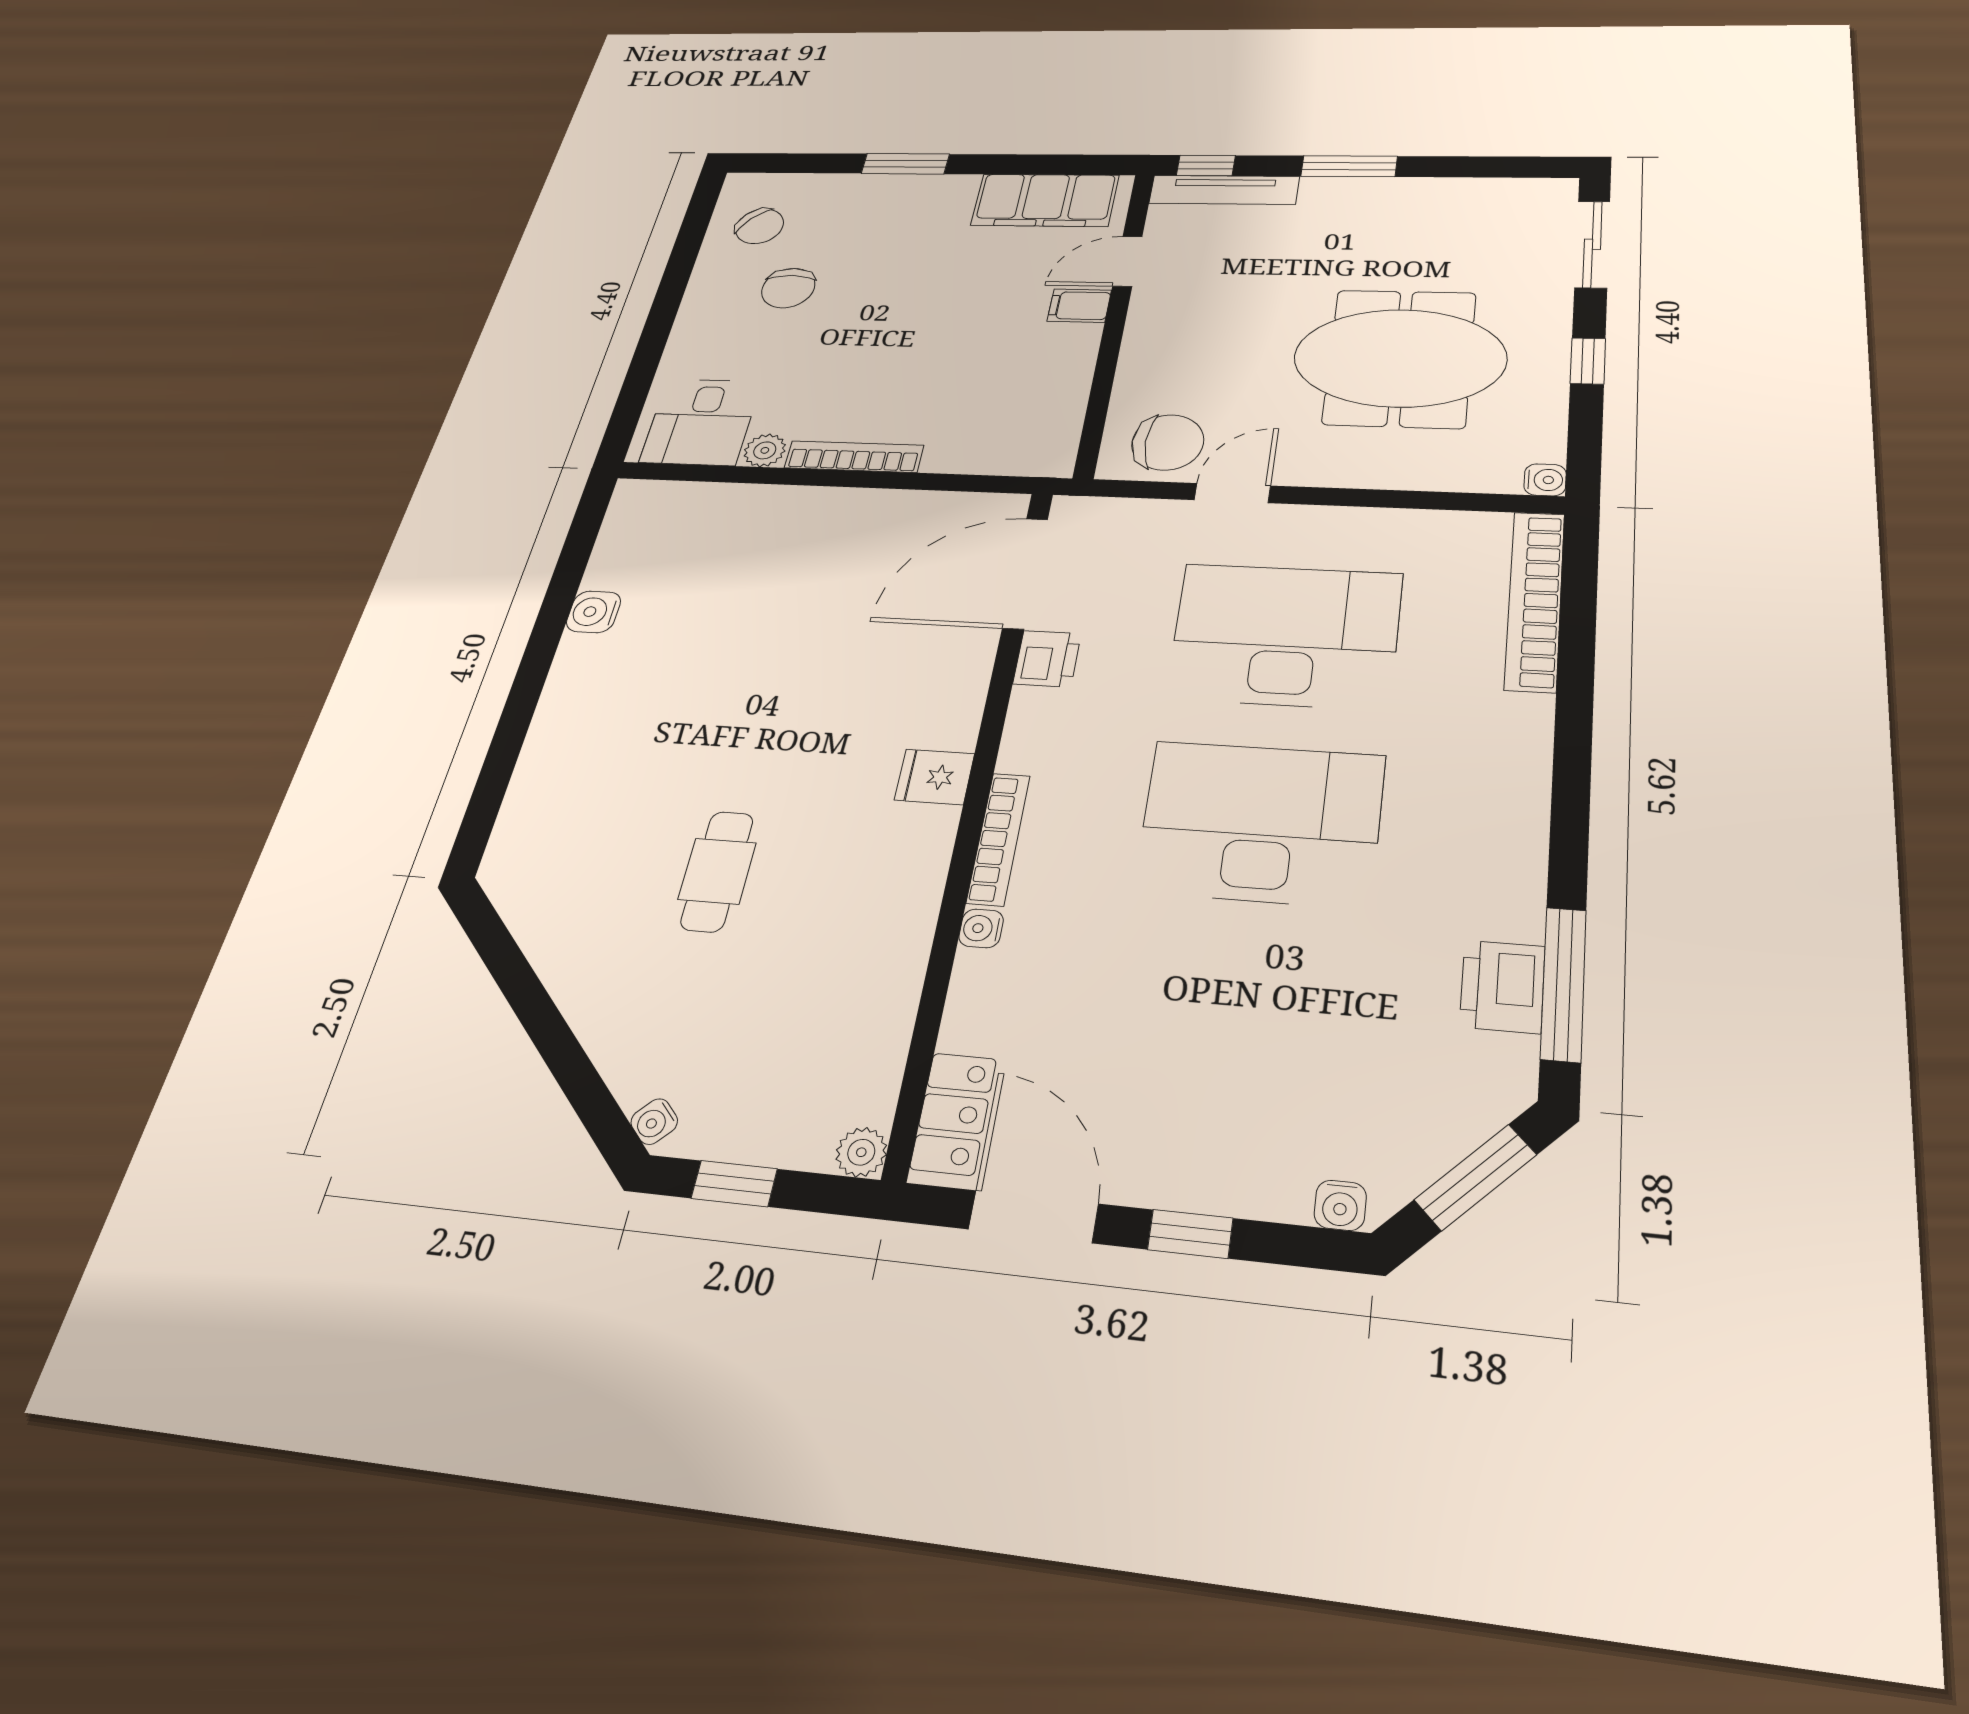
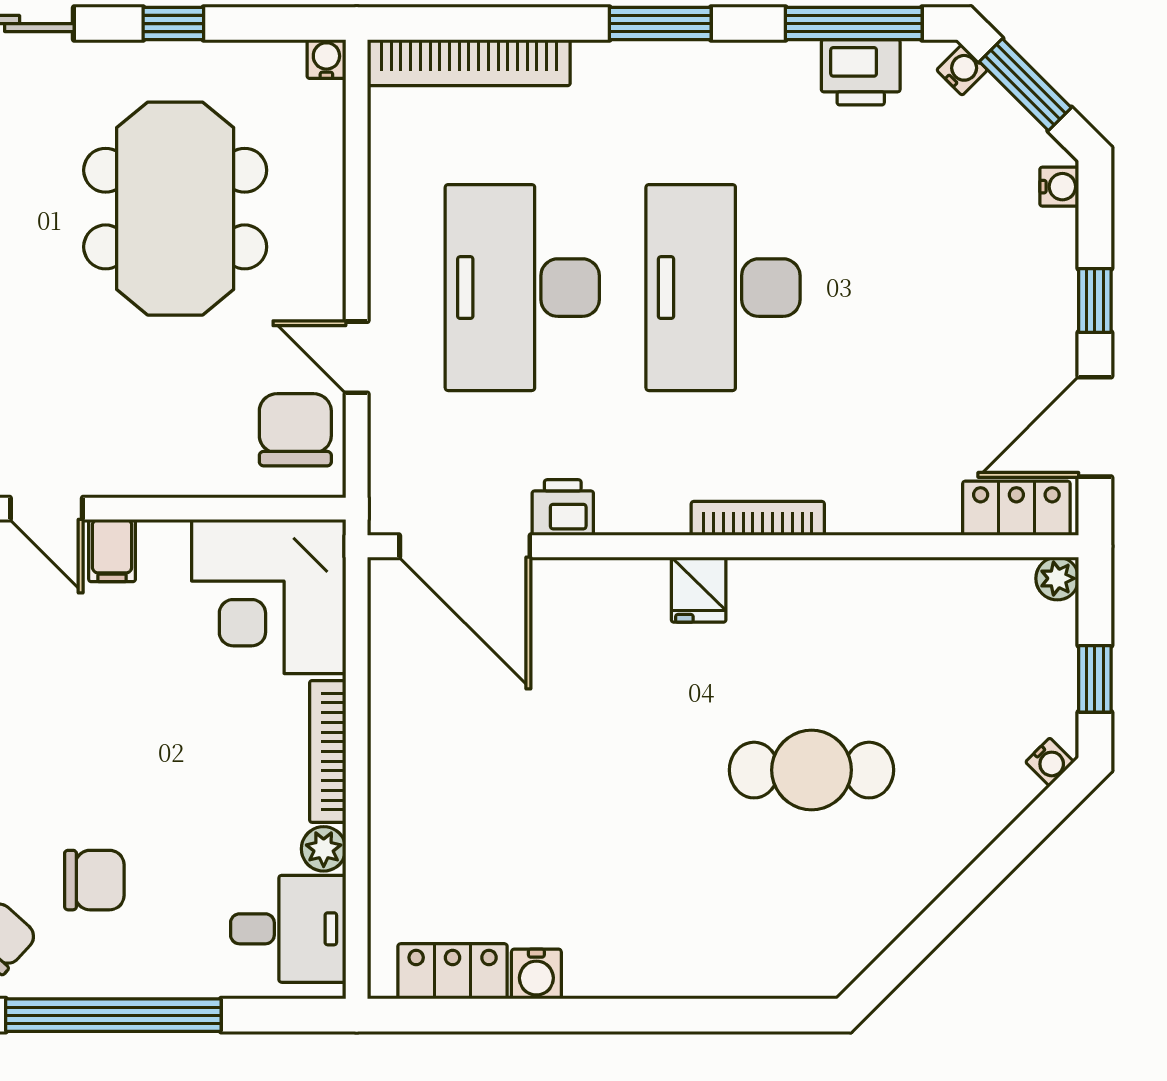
window: (668, 299) -> (113, 1015), added
corner desk: (1011, 417) -> (269, 596), added
locker: (620, 545) -> (453, 971), added
window: (1571, 781) -> (660, 24), added
cafe table: (717, 871) -> (812, 770), width x1.37, depth x1.35
water cooler: (981, 928) -> (962, 70), moved, turned -135

